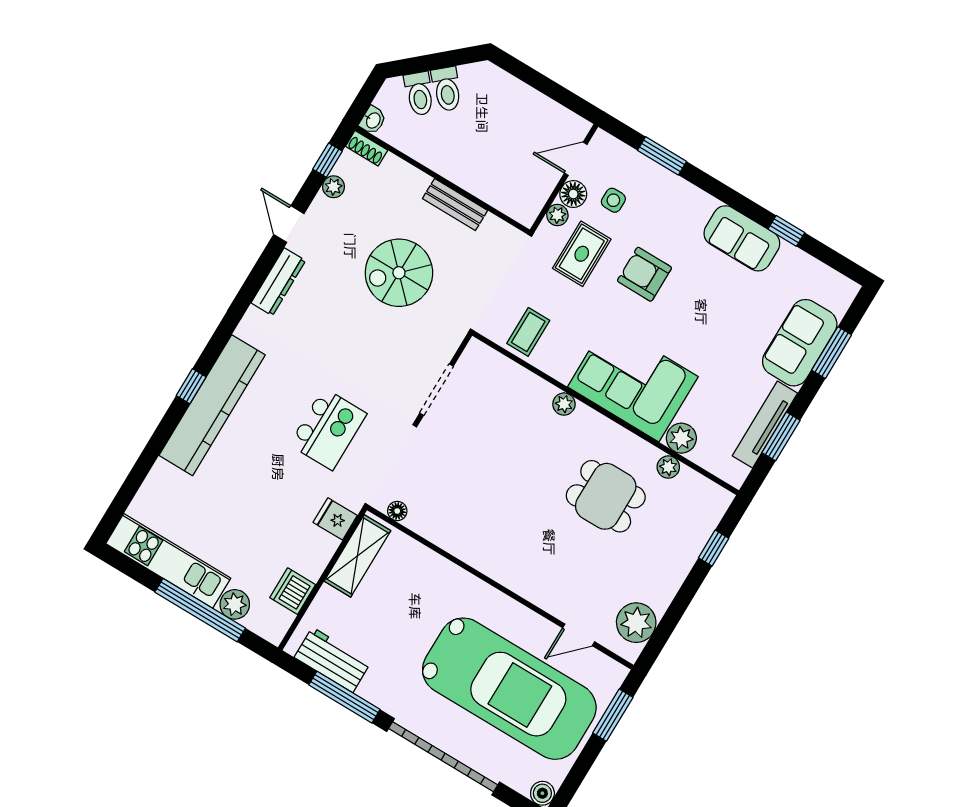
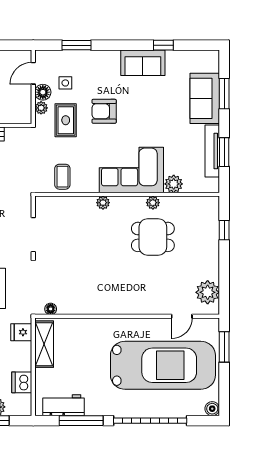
plant: (668, 467) -> (153, 203), moved

